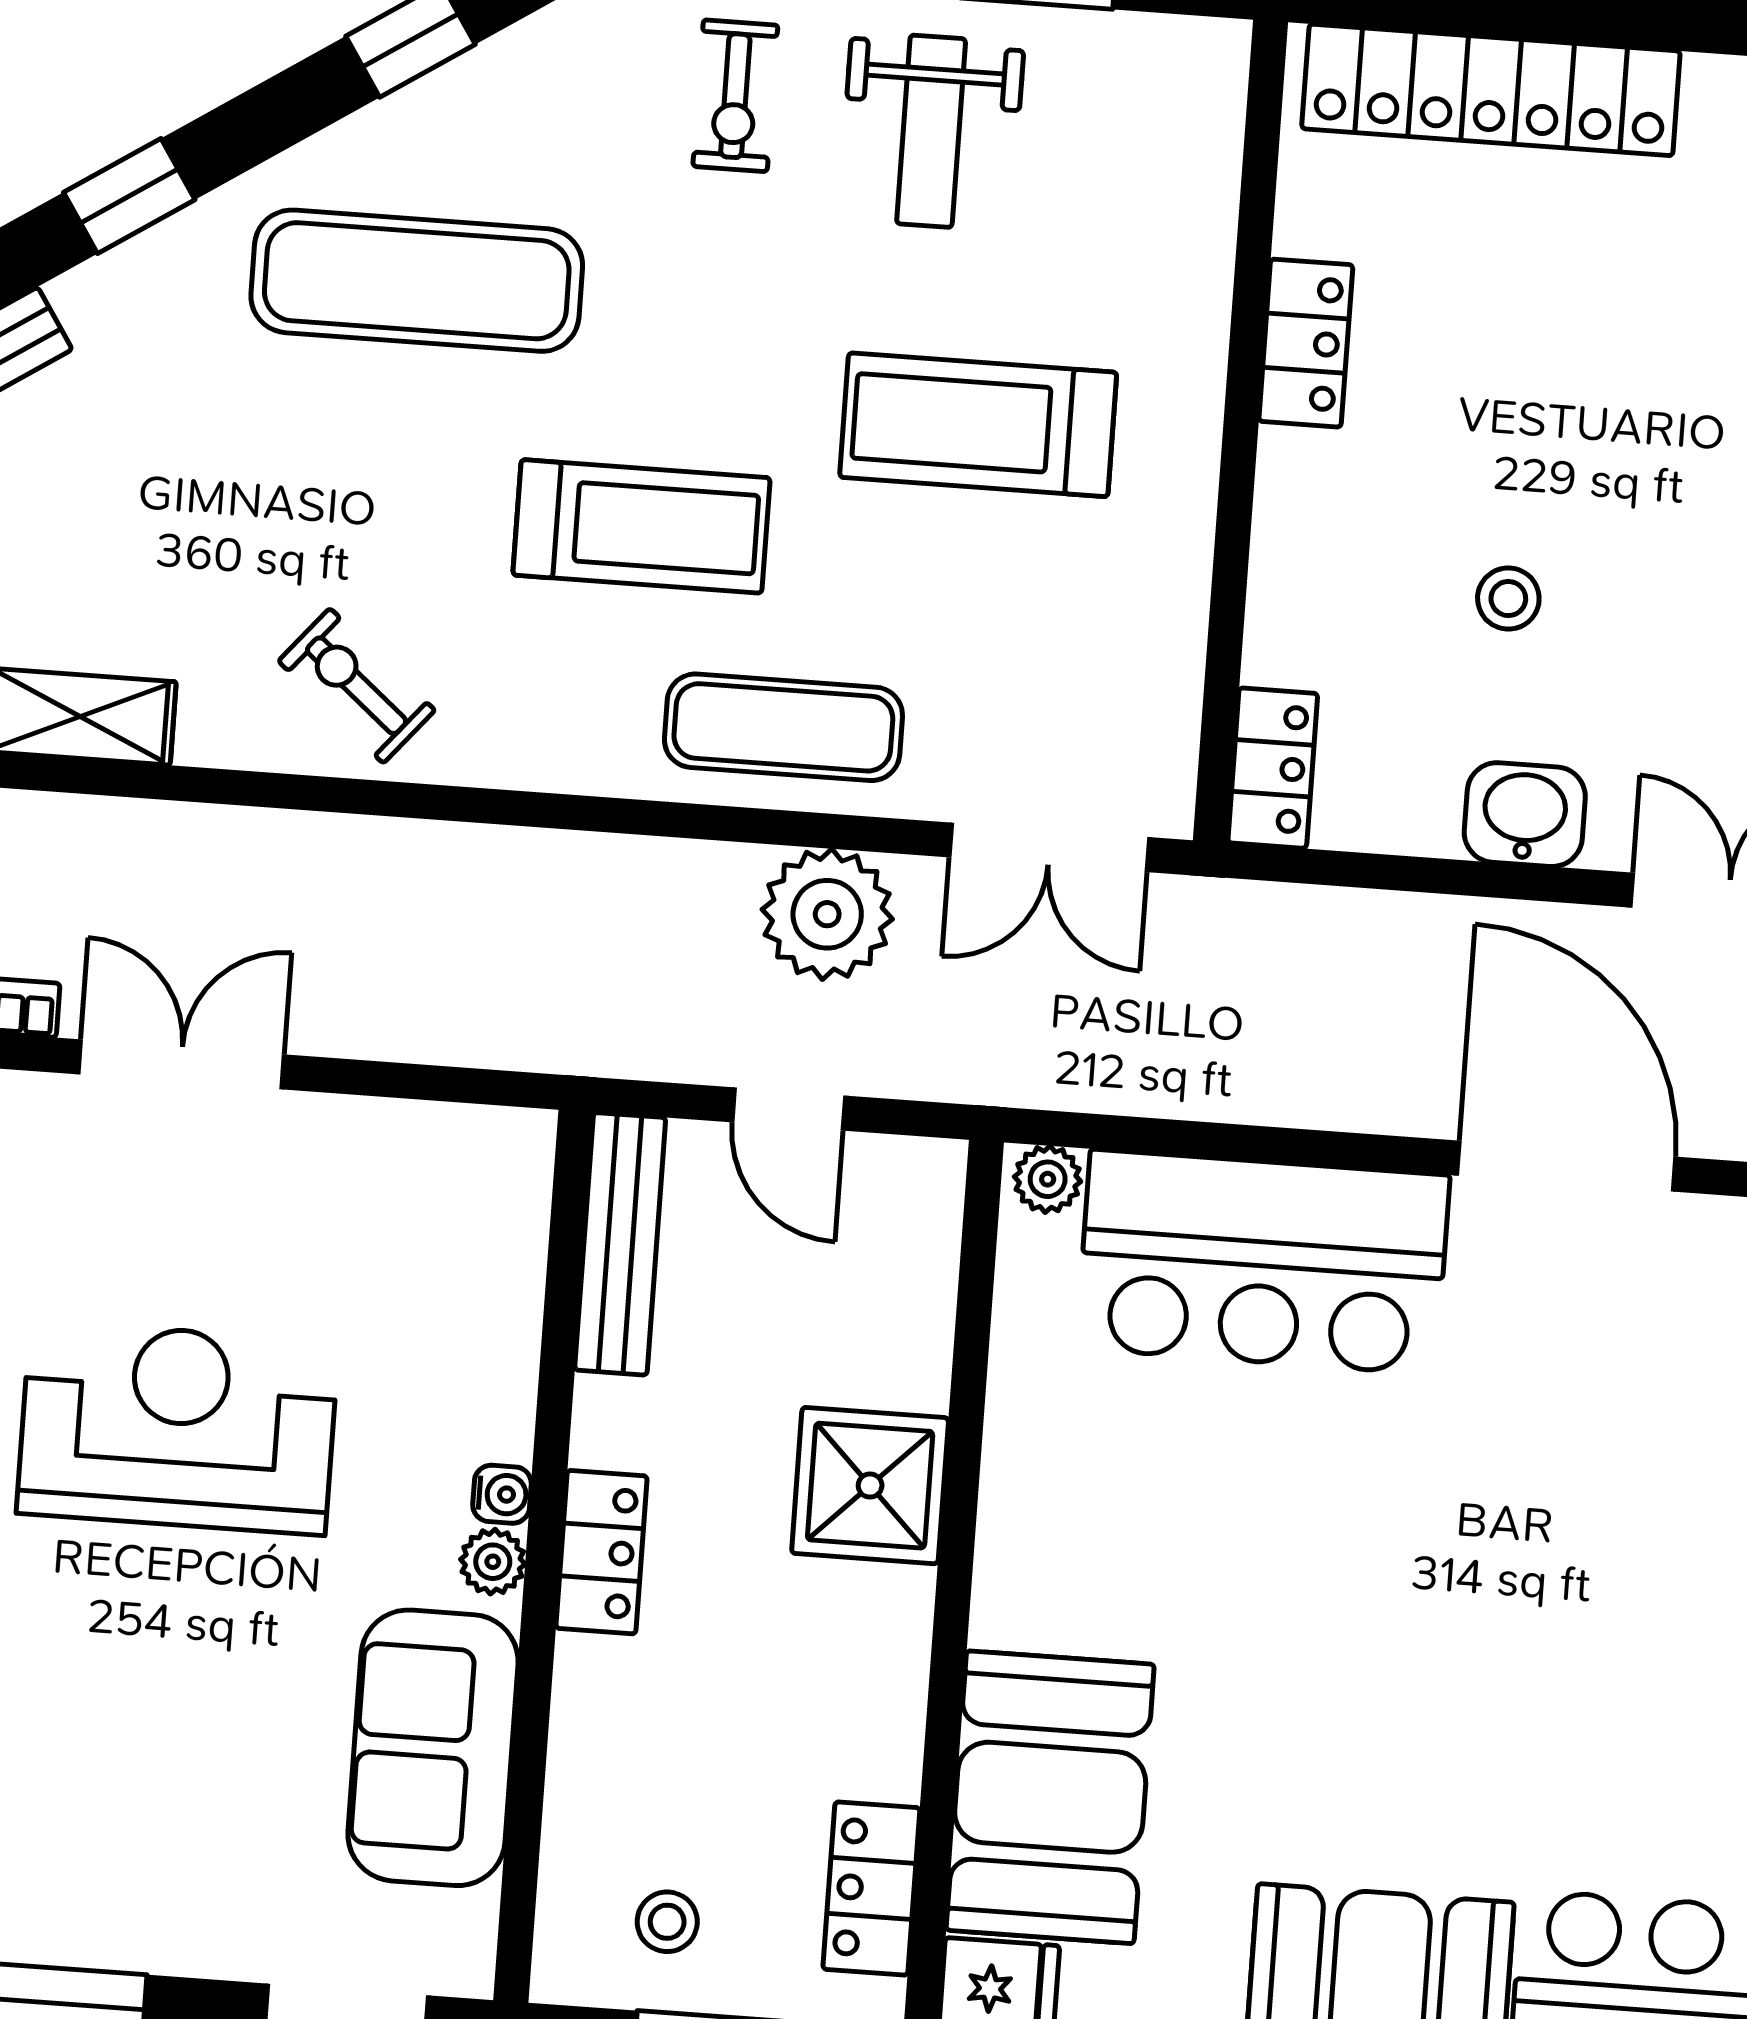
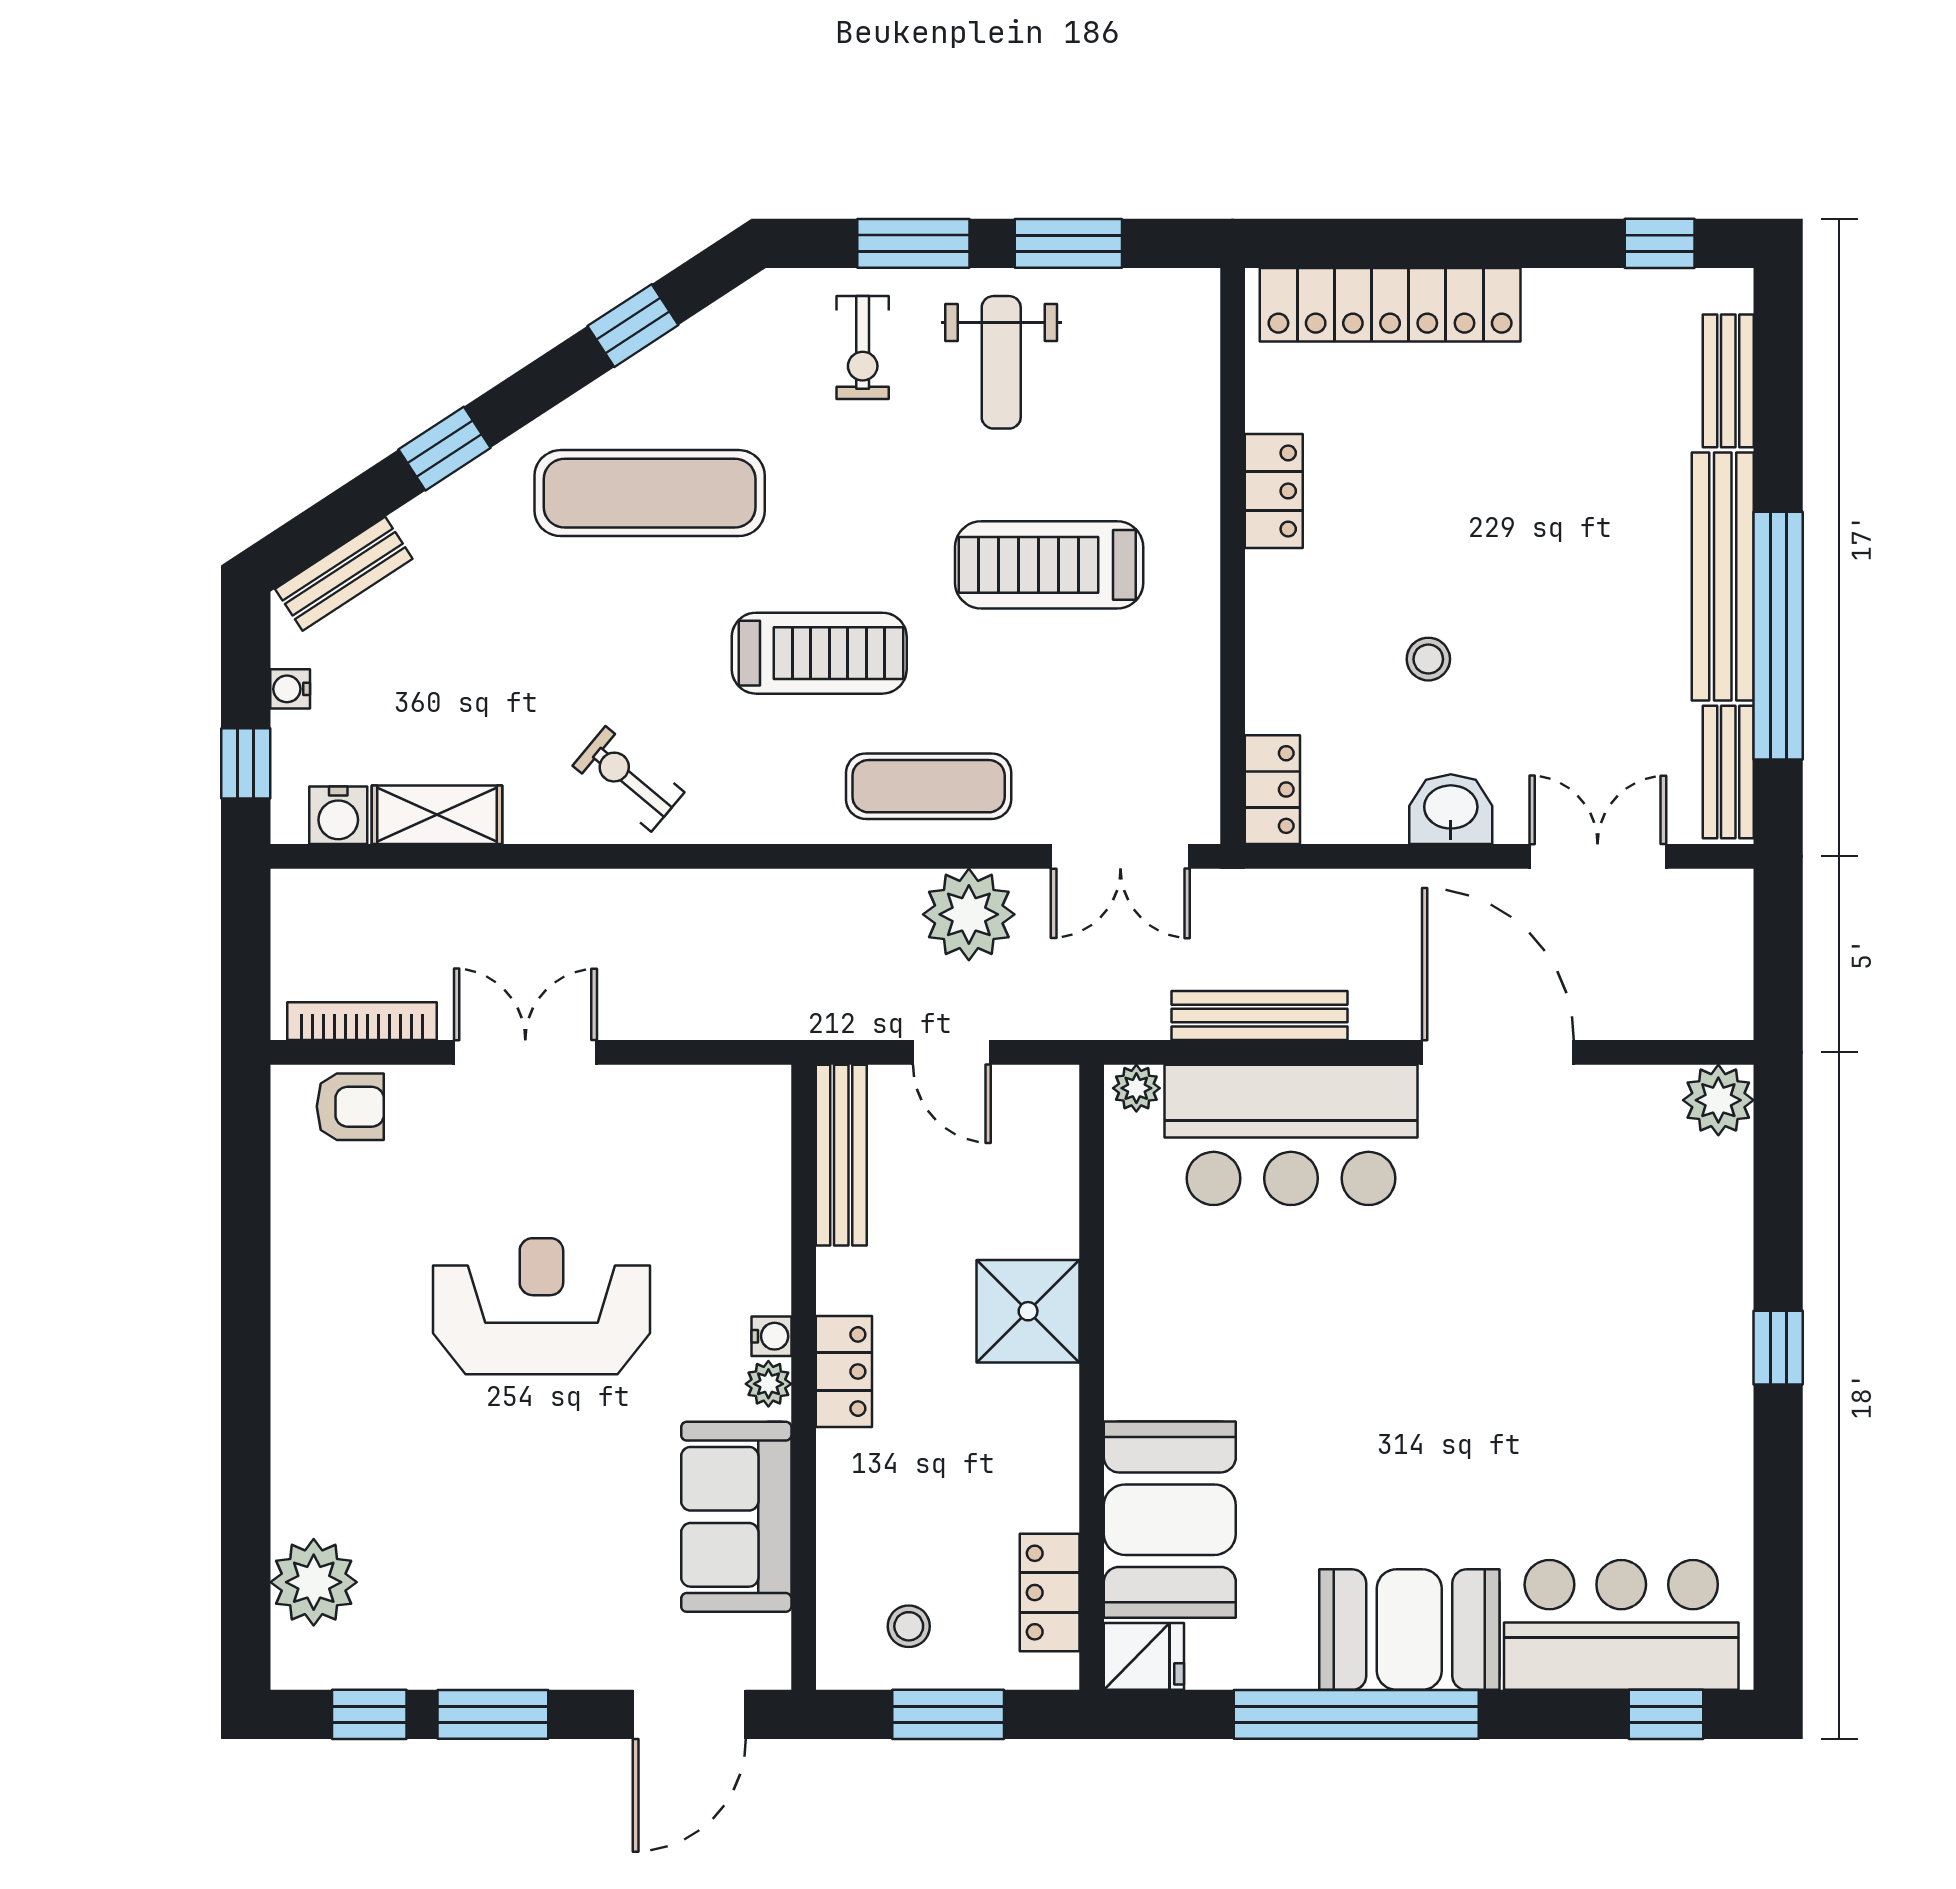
bench: (1231, 1089) -> (1260, 1016), added

